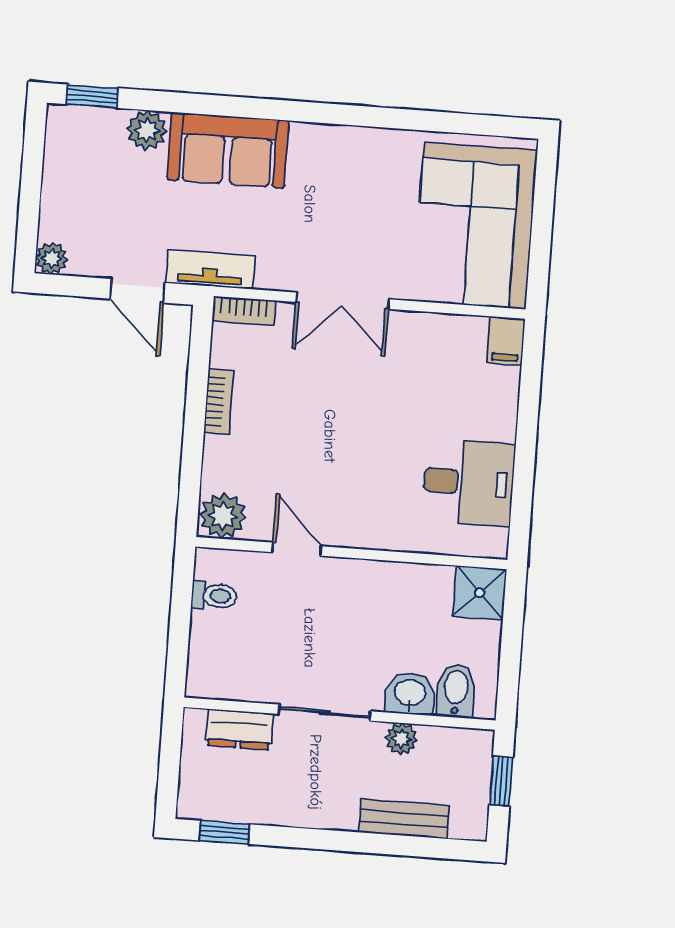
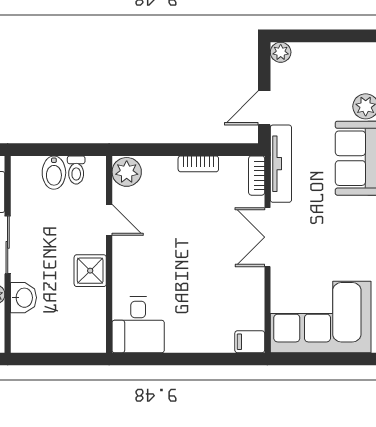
tv unit: (210, 270) -> (281, 164), width x1.41
desk: (468, 483) -> (138, 325), moved
door: (297, 549) -> (109, 220), hinge flipped
shower: (480, 593) -> (90, 271), moved
bidet: (456, 691) -> (54, 173), moved, turned 90

